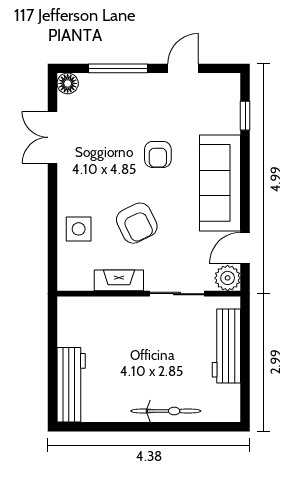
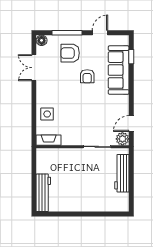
sofa: (220, 183) -> (119, 70), moved
armchair: (137, 223) -> (70, 53), moved, turned 116
fireplace: (119, 280) -> (49, 140), moved
bicycle: (166, 411) -> (91, 206), removed

